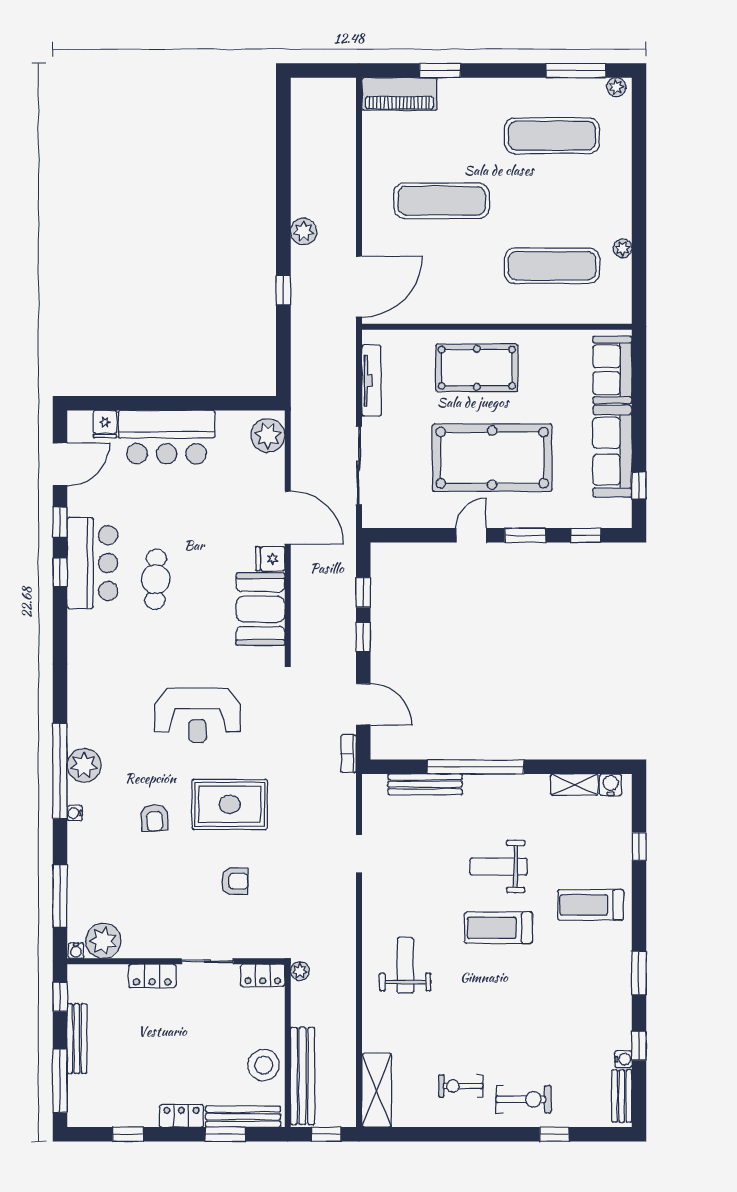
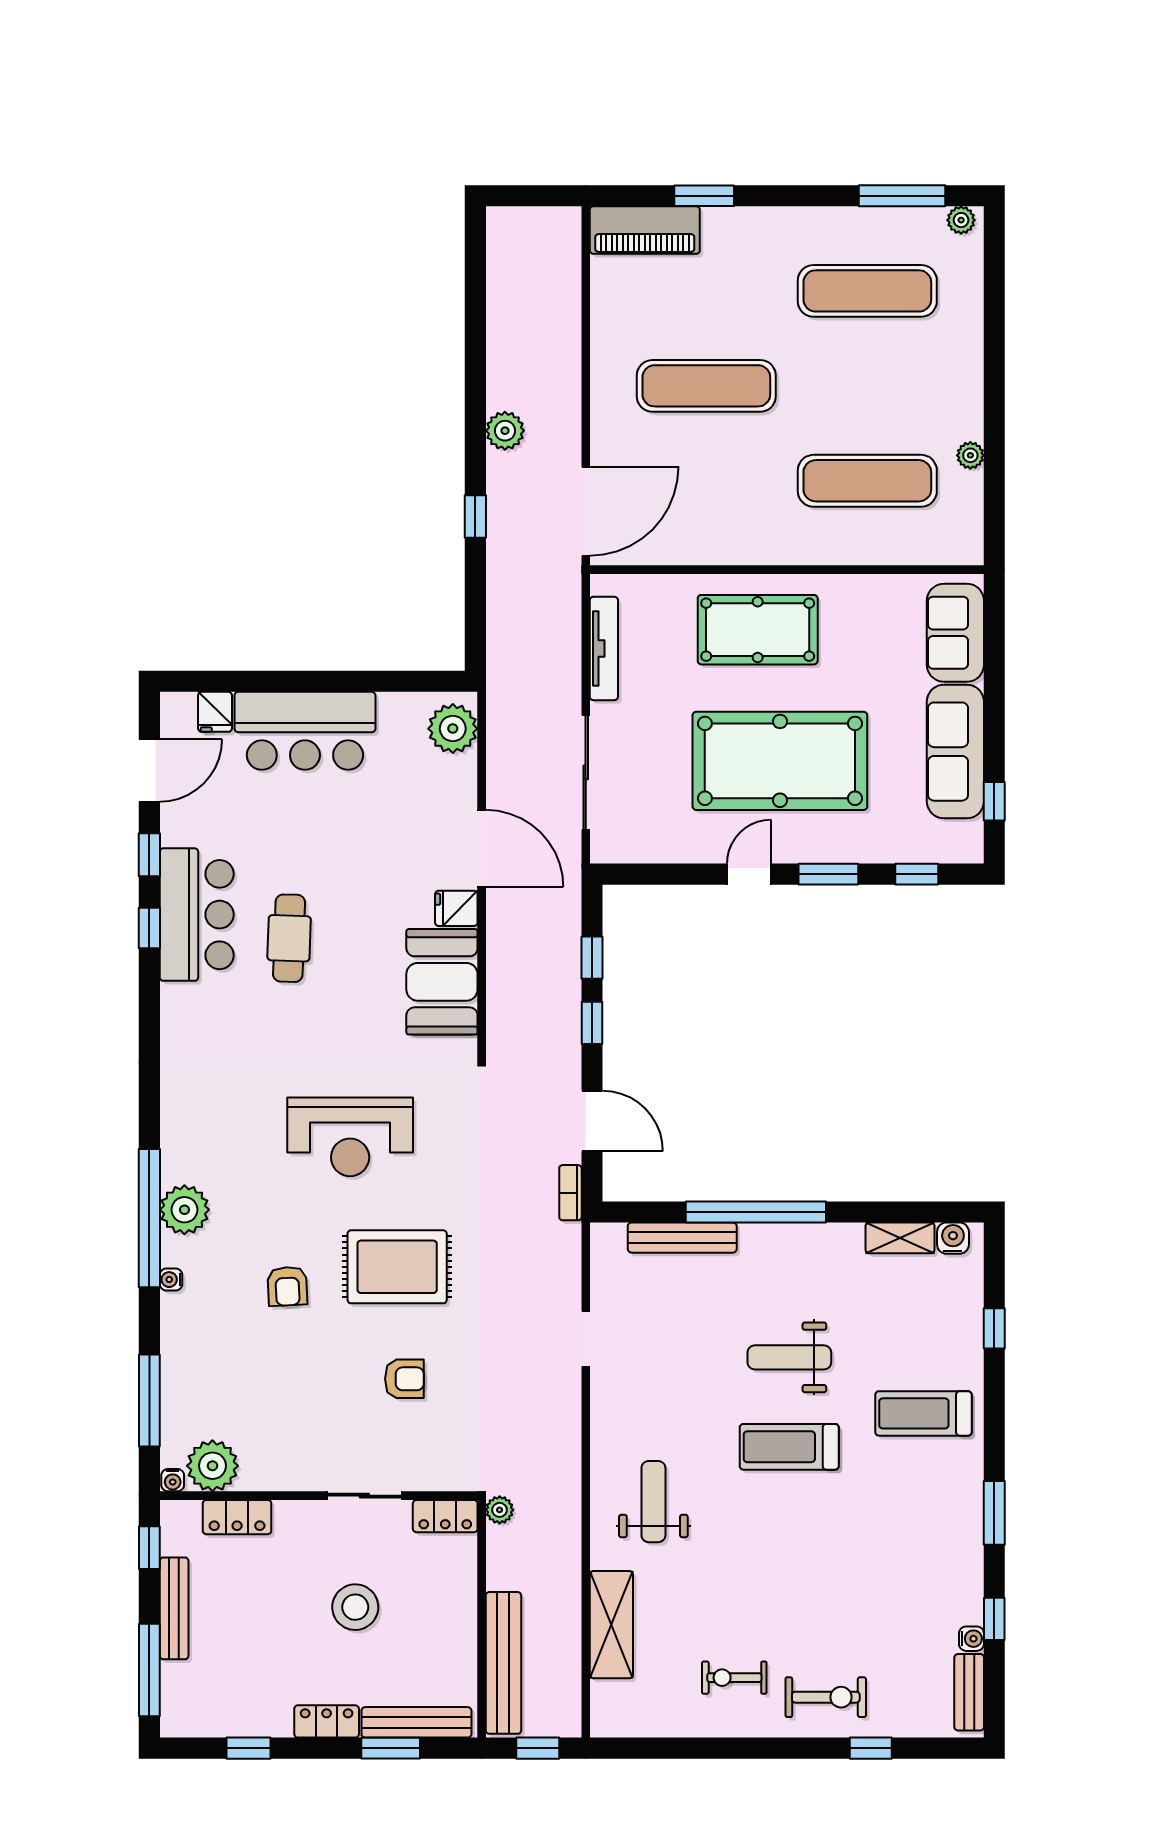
locker: (152, 976) -> (237, 1517), moved
stool: (264, 1065) -> (355, 1607), moved
shelving: (377, 1090) -> (611, 1625), moved

